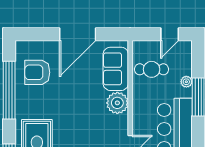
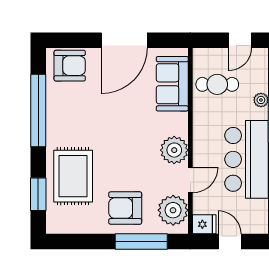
armchair: (37, 72) -> (70, 66), moved, turned 180
plant: (117, 103) -> (174, 150), moved

